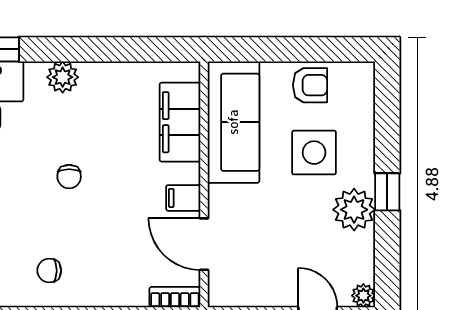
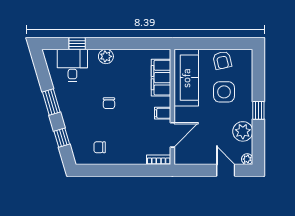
armchair: (310, 85) -> (222, 60), turned 77
plant: (354, 210) -> (243, 131), moved
door: (204, 244) -> (172, 135), swing flipped

